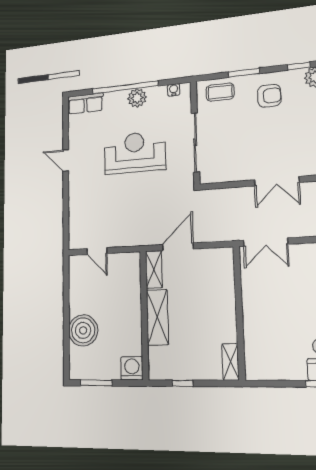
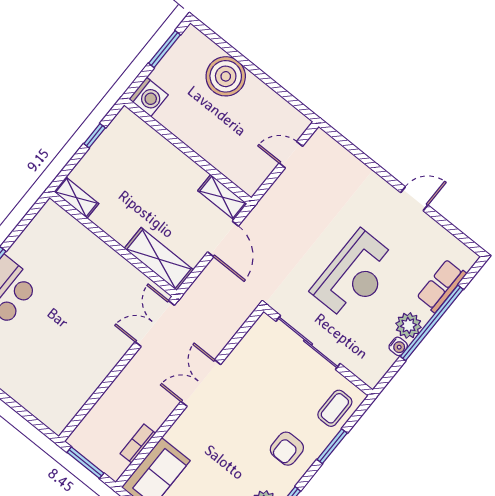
water cooler: (174, 90) -> (398, 346), moved
row of seats: (85, 103) -> (441, 286), moved
shelving: (157, 317) -> (159, 259), moved

